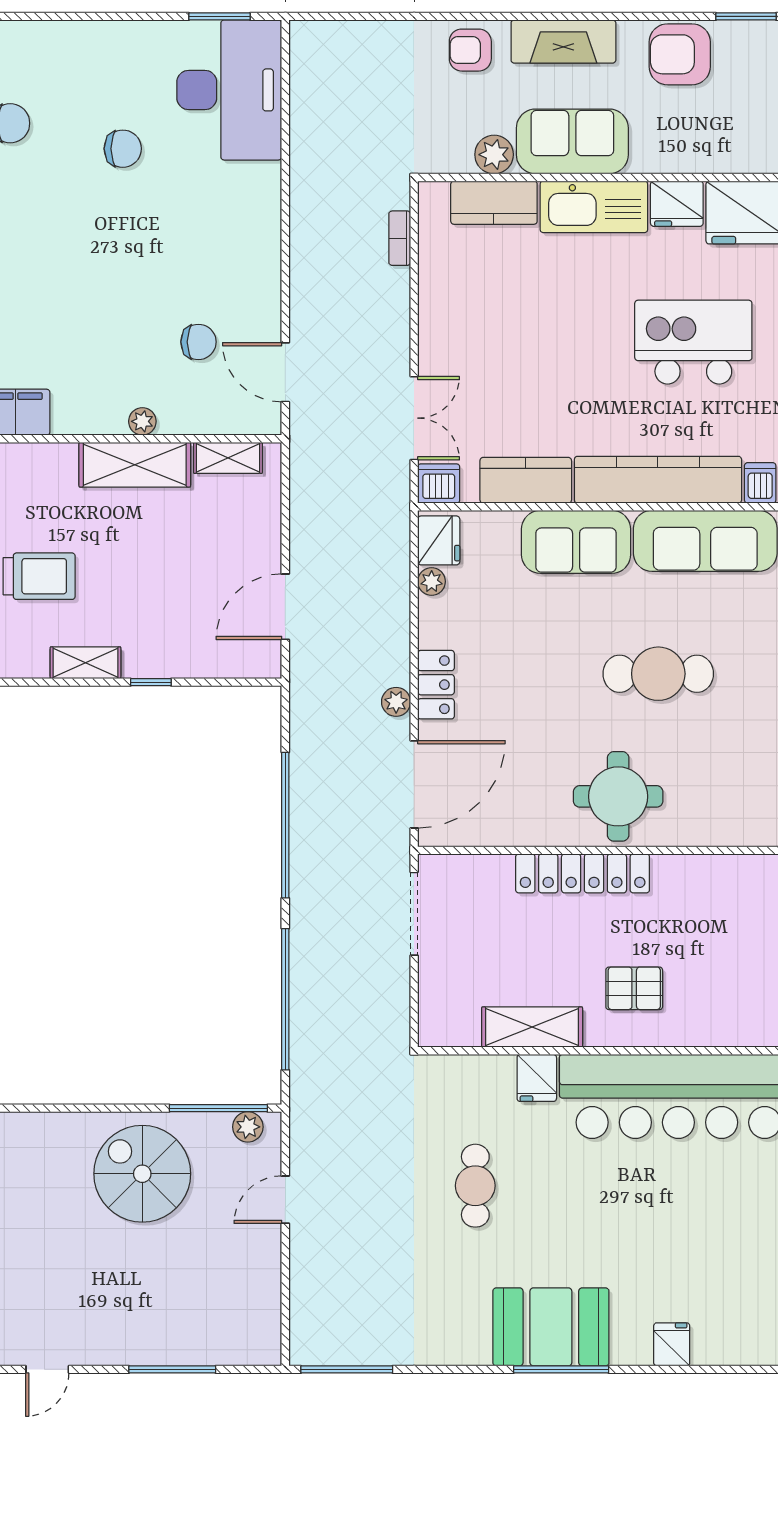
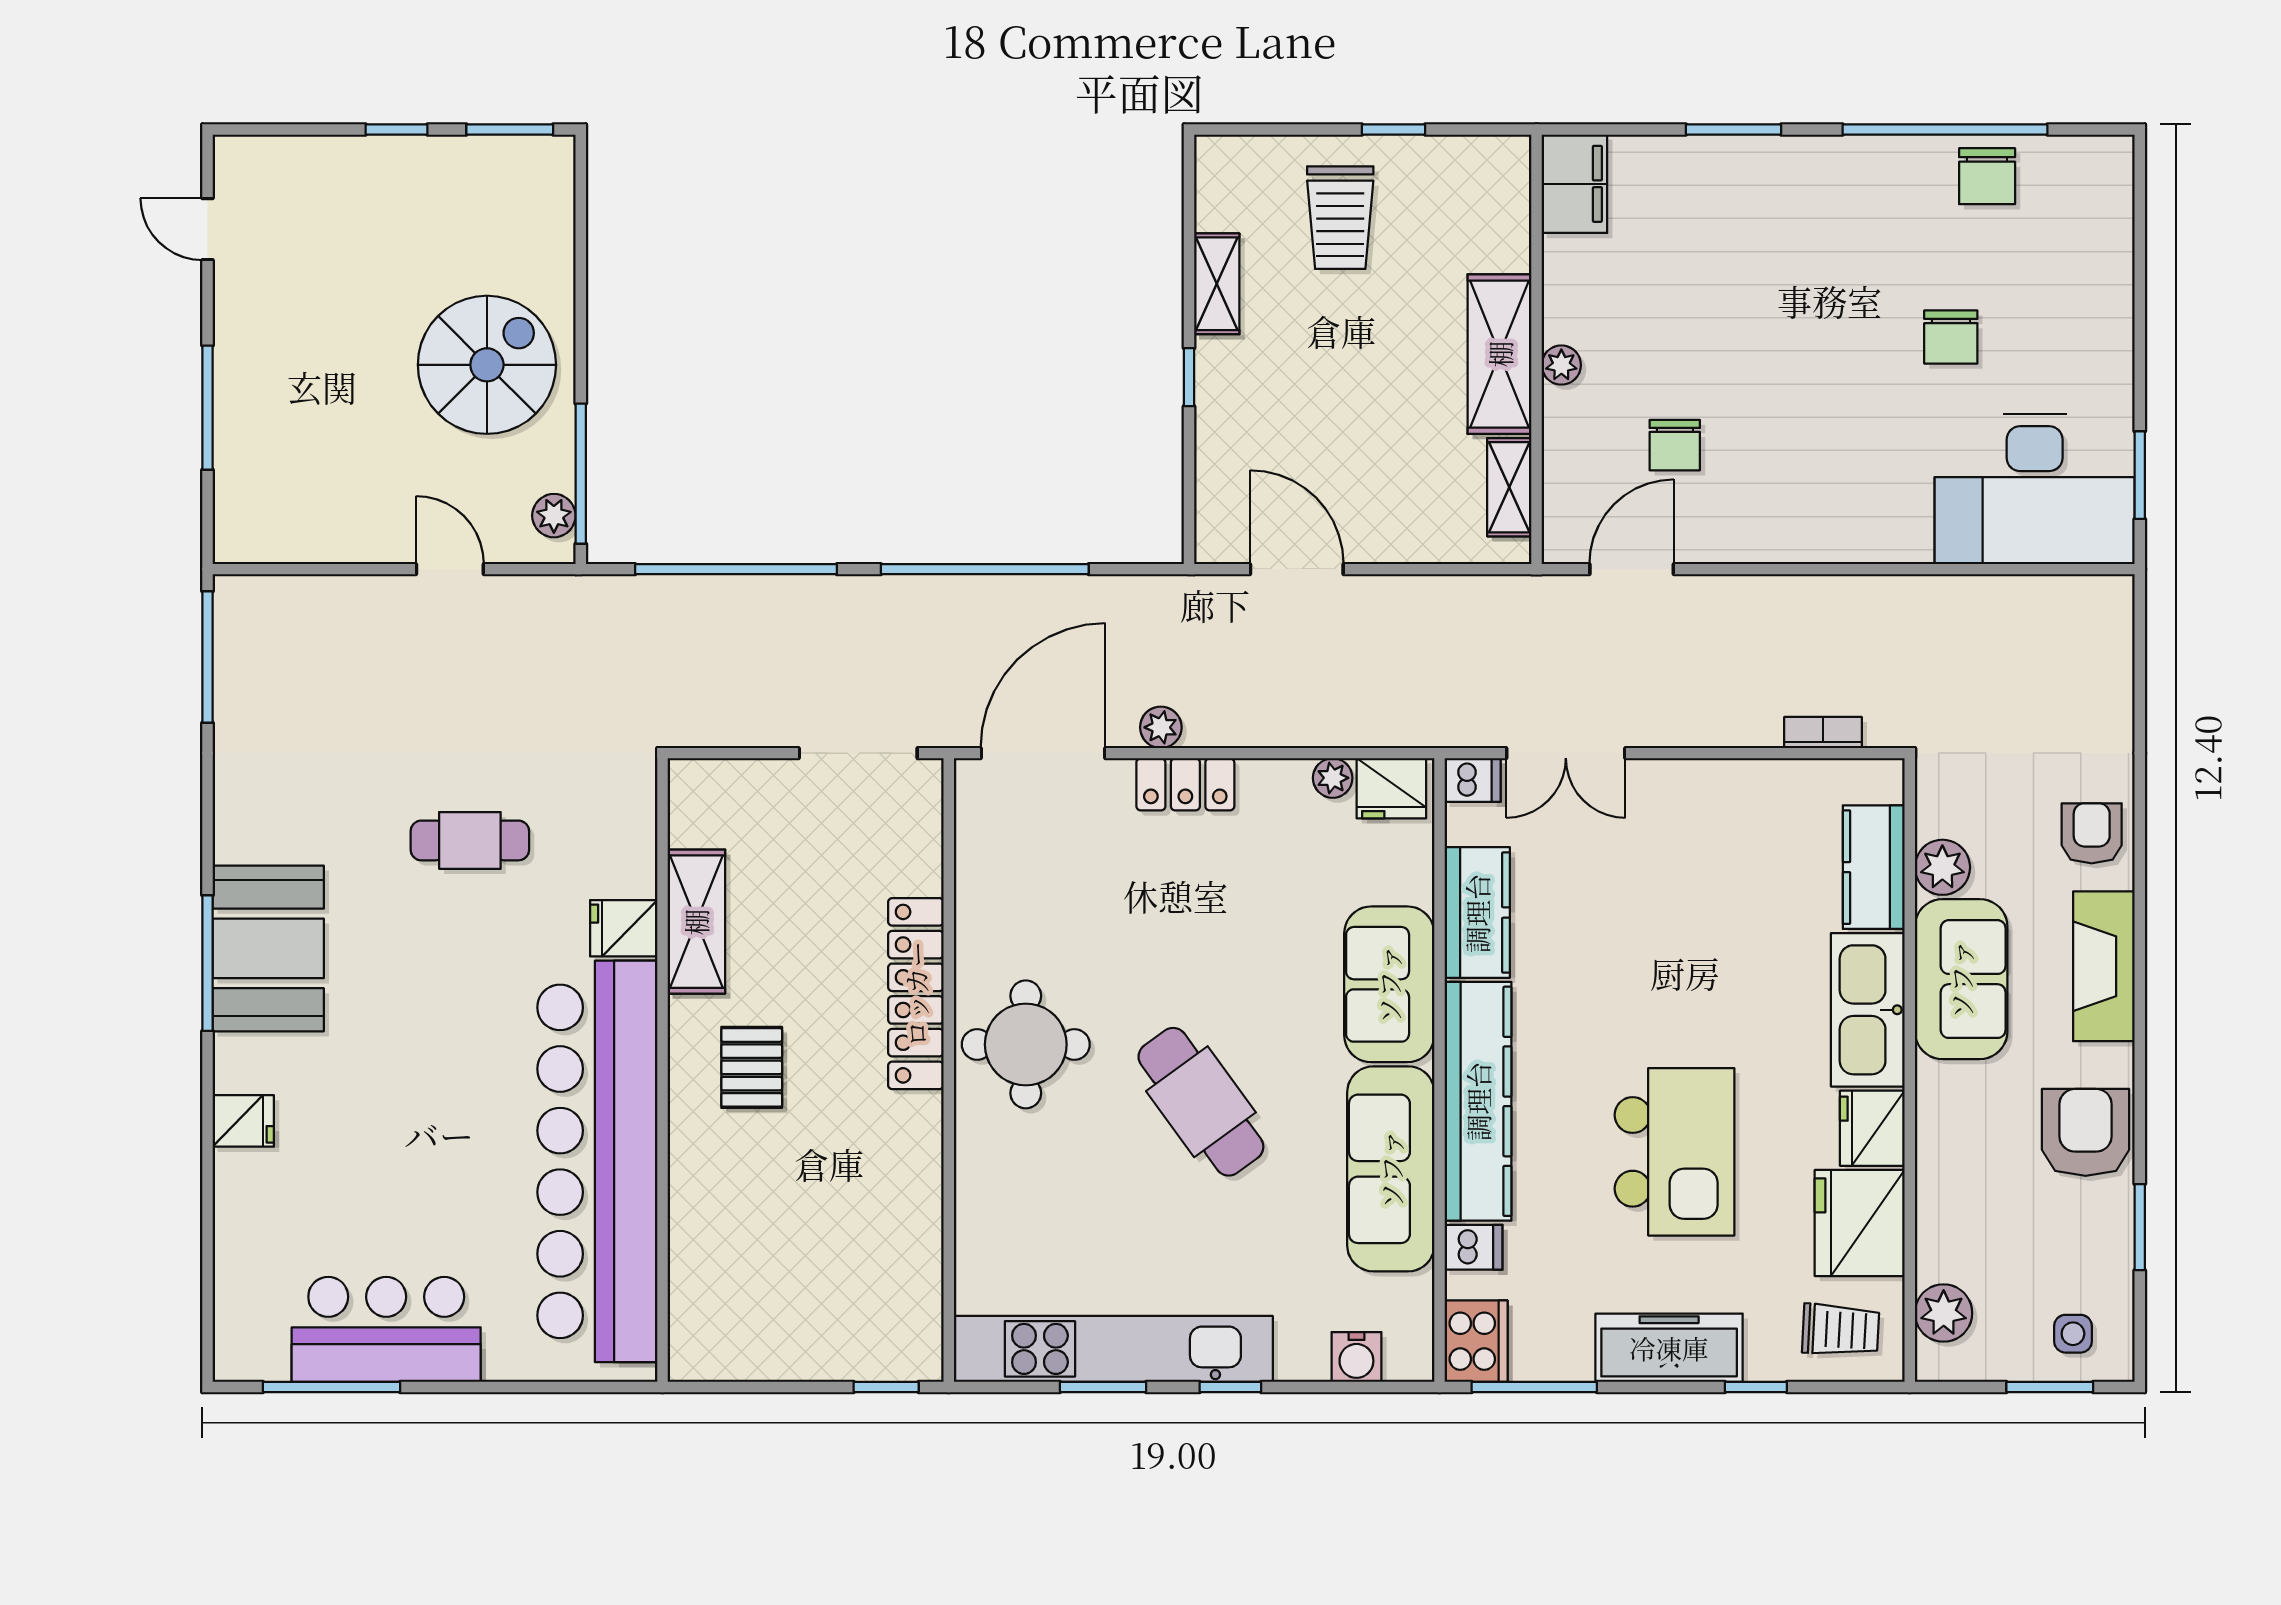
dishwasher: (439, 484) -> (1473, 780), width x0.73
cafe table: (658, 674) -> (1201, 1102), turned -36
door: (414, 784) -> (1043, 753), swing flipped

